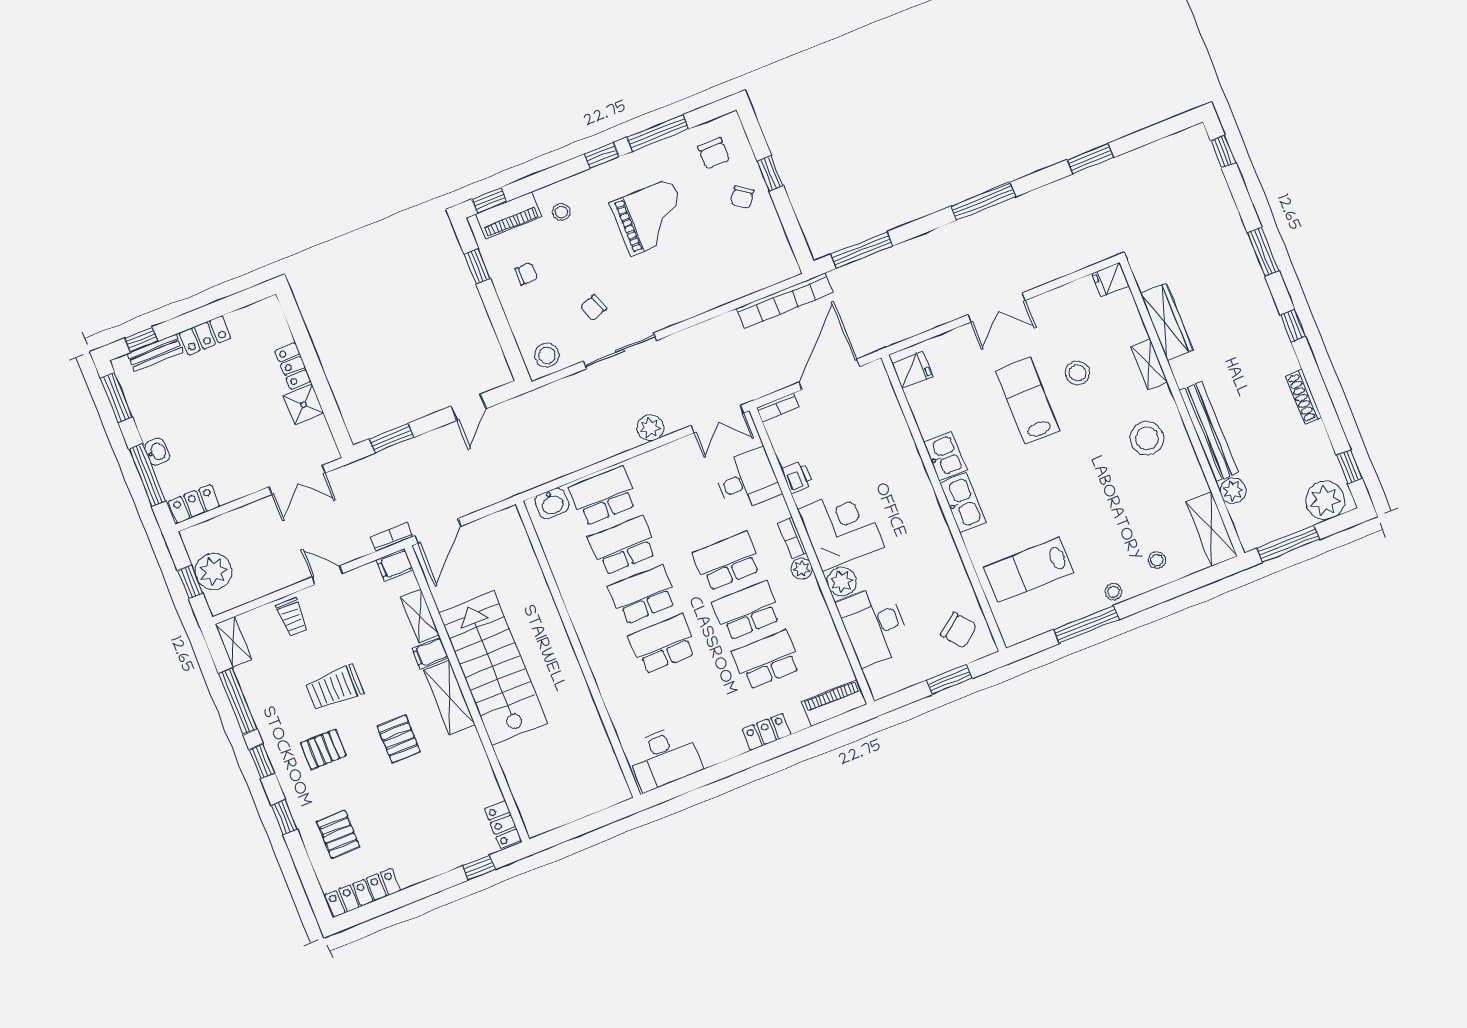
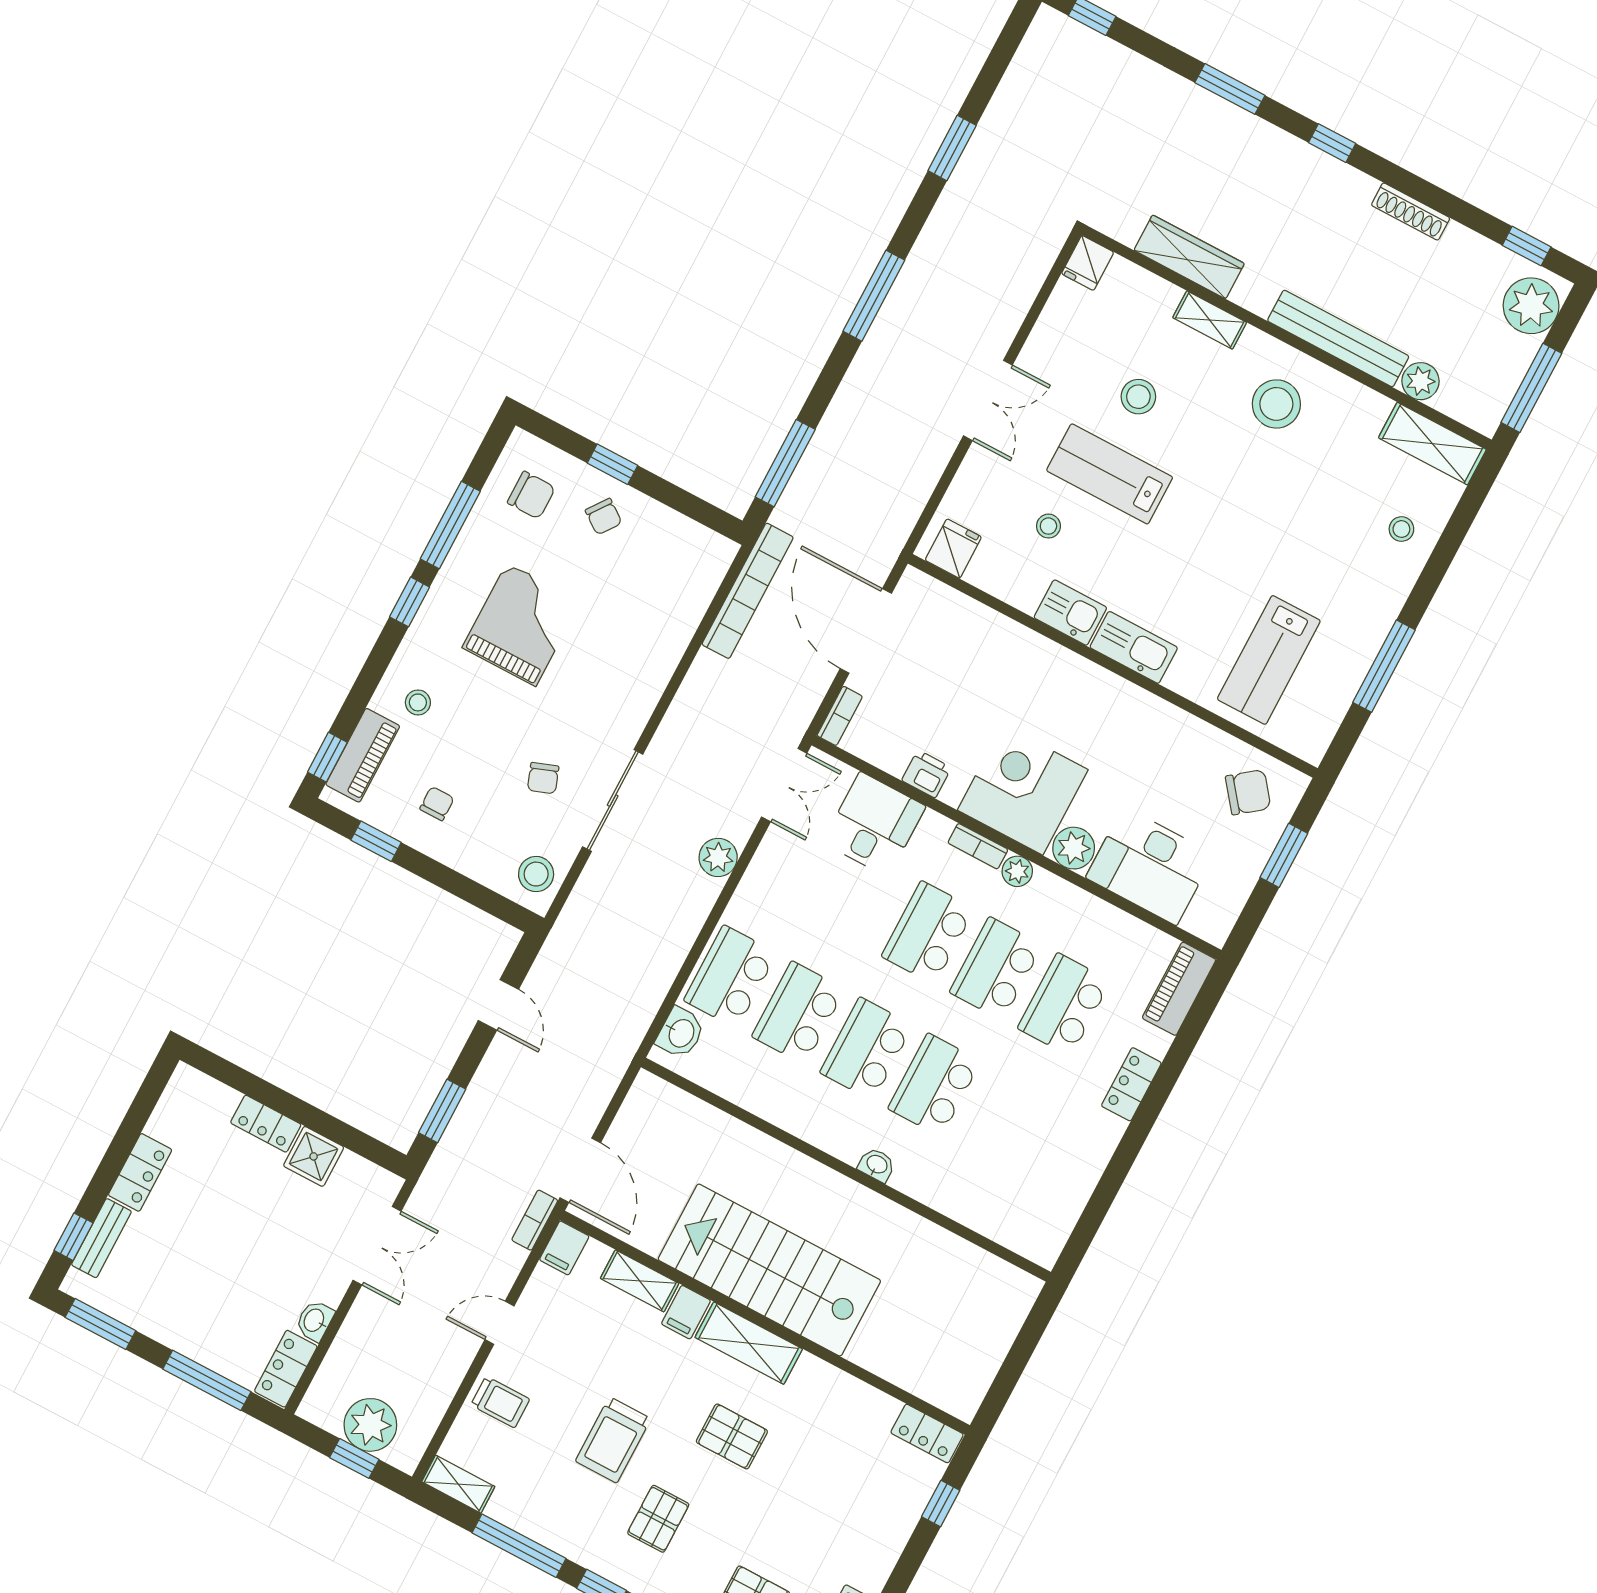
washbasin: (157, 452) -> (315, 1321), moved, turned -90
stool: (1113, 592) -> (1048, 526), moved
washbasin: (596, 661) -> (877, 1165), added
desk: (664, 758) -> (1042, 1209), removed

